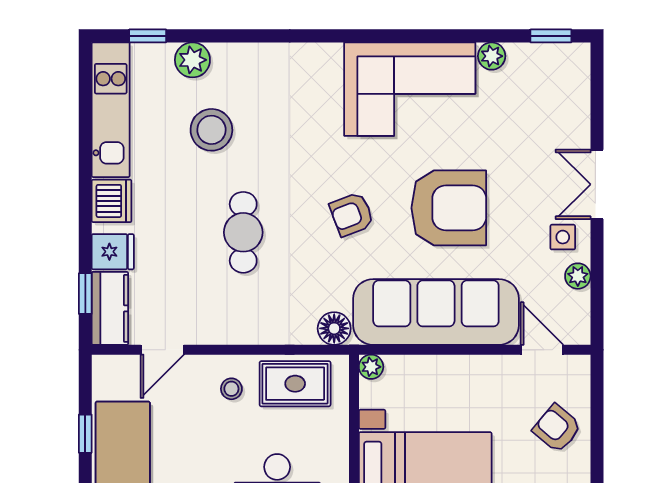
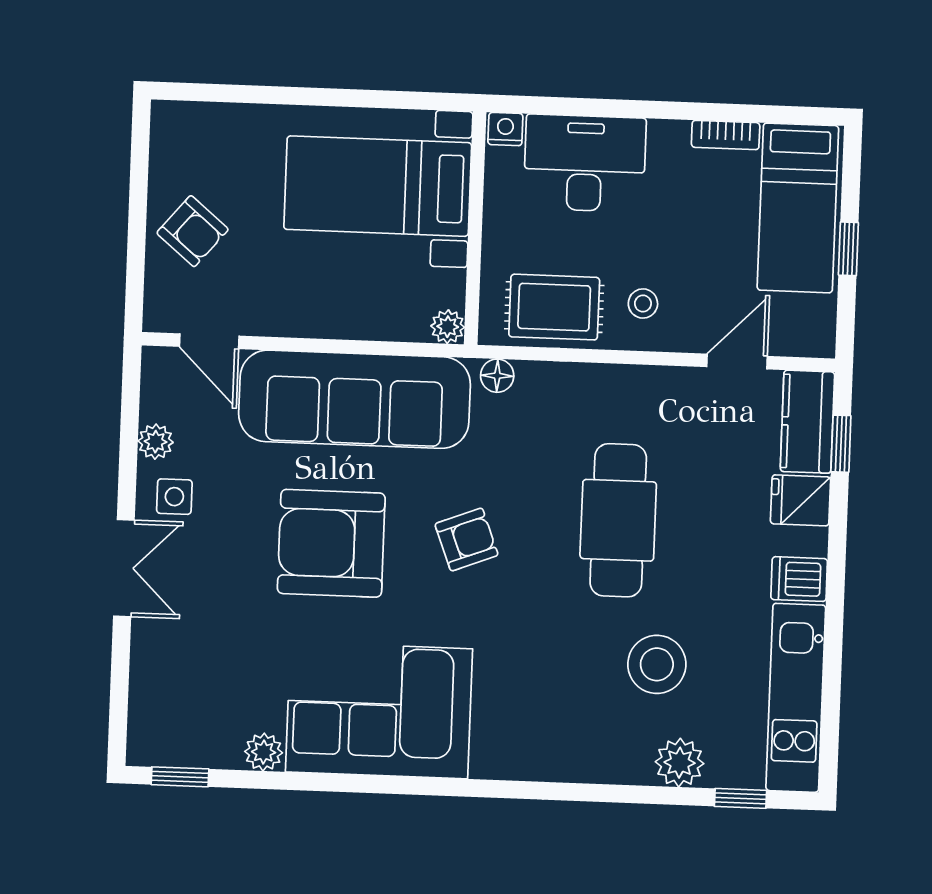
dishwasher: (112, 201) -> (799, 579), width x0.73
cafe table: (243, 232) -> (618, 520), width x1.37, depth x1.35
floor lamp: (334, 328) -> (497, 376), width x0.73, depth x0.73

